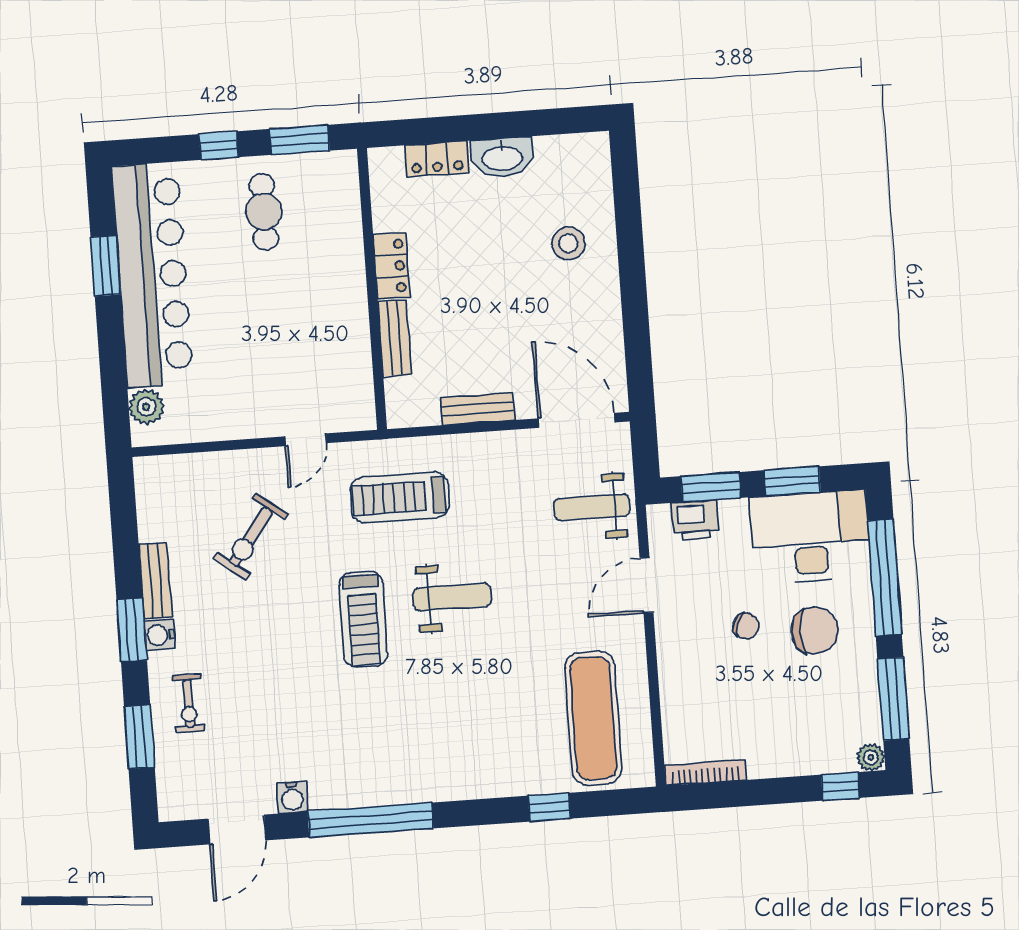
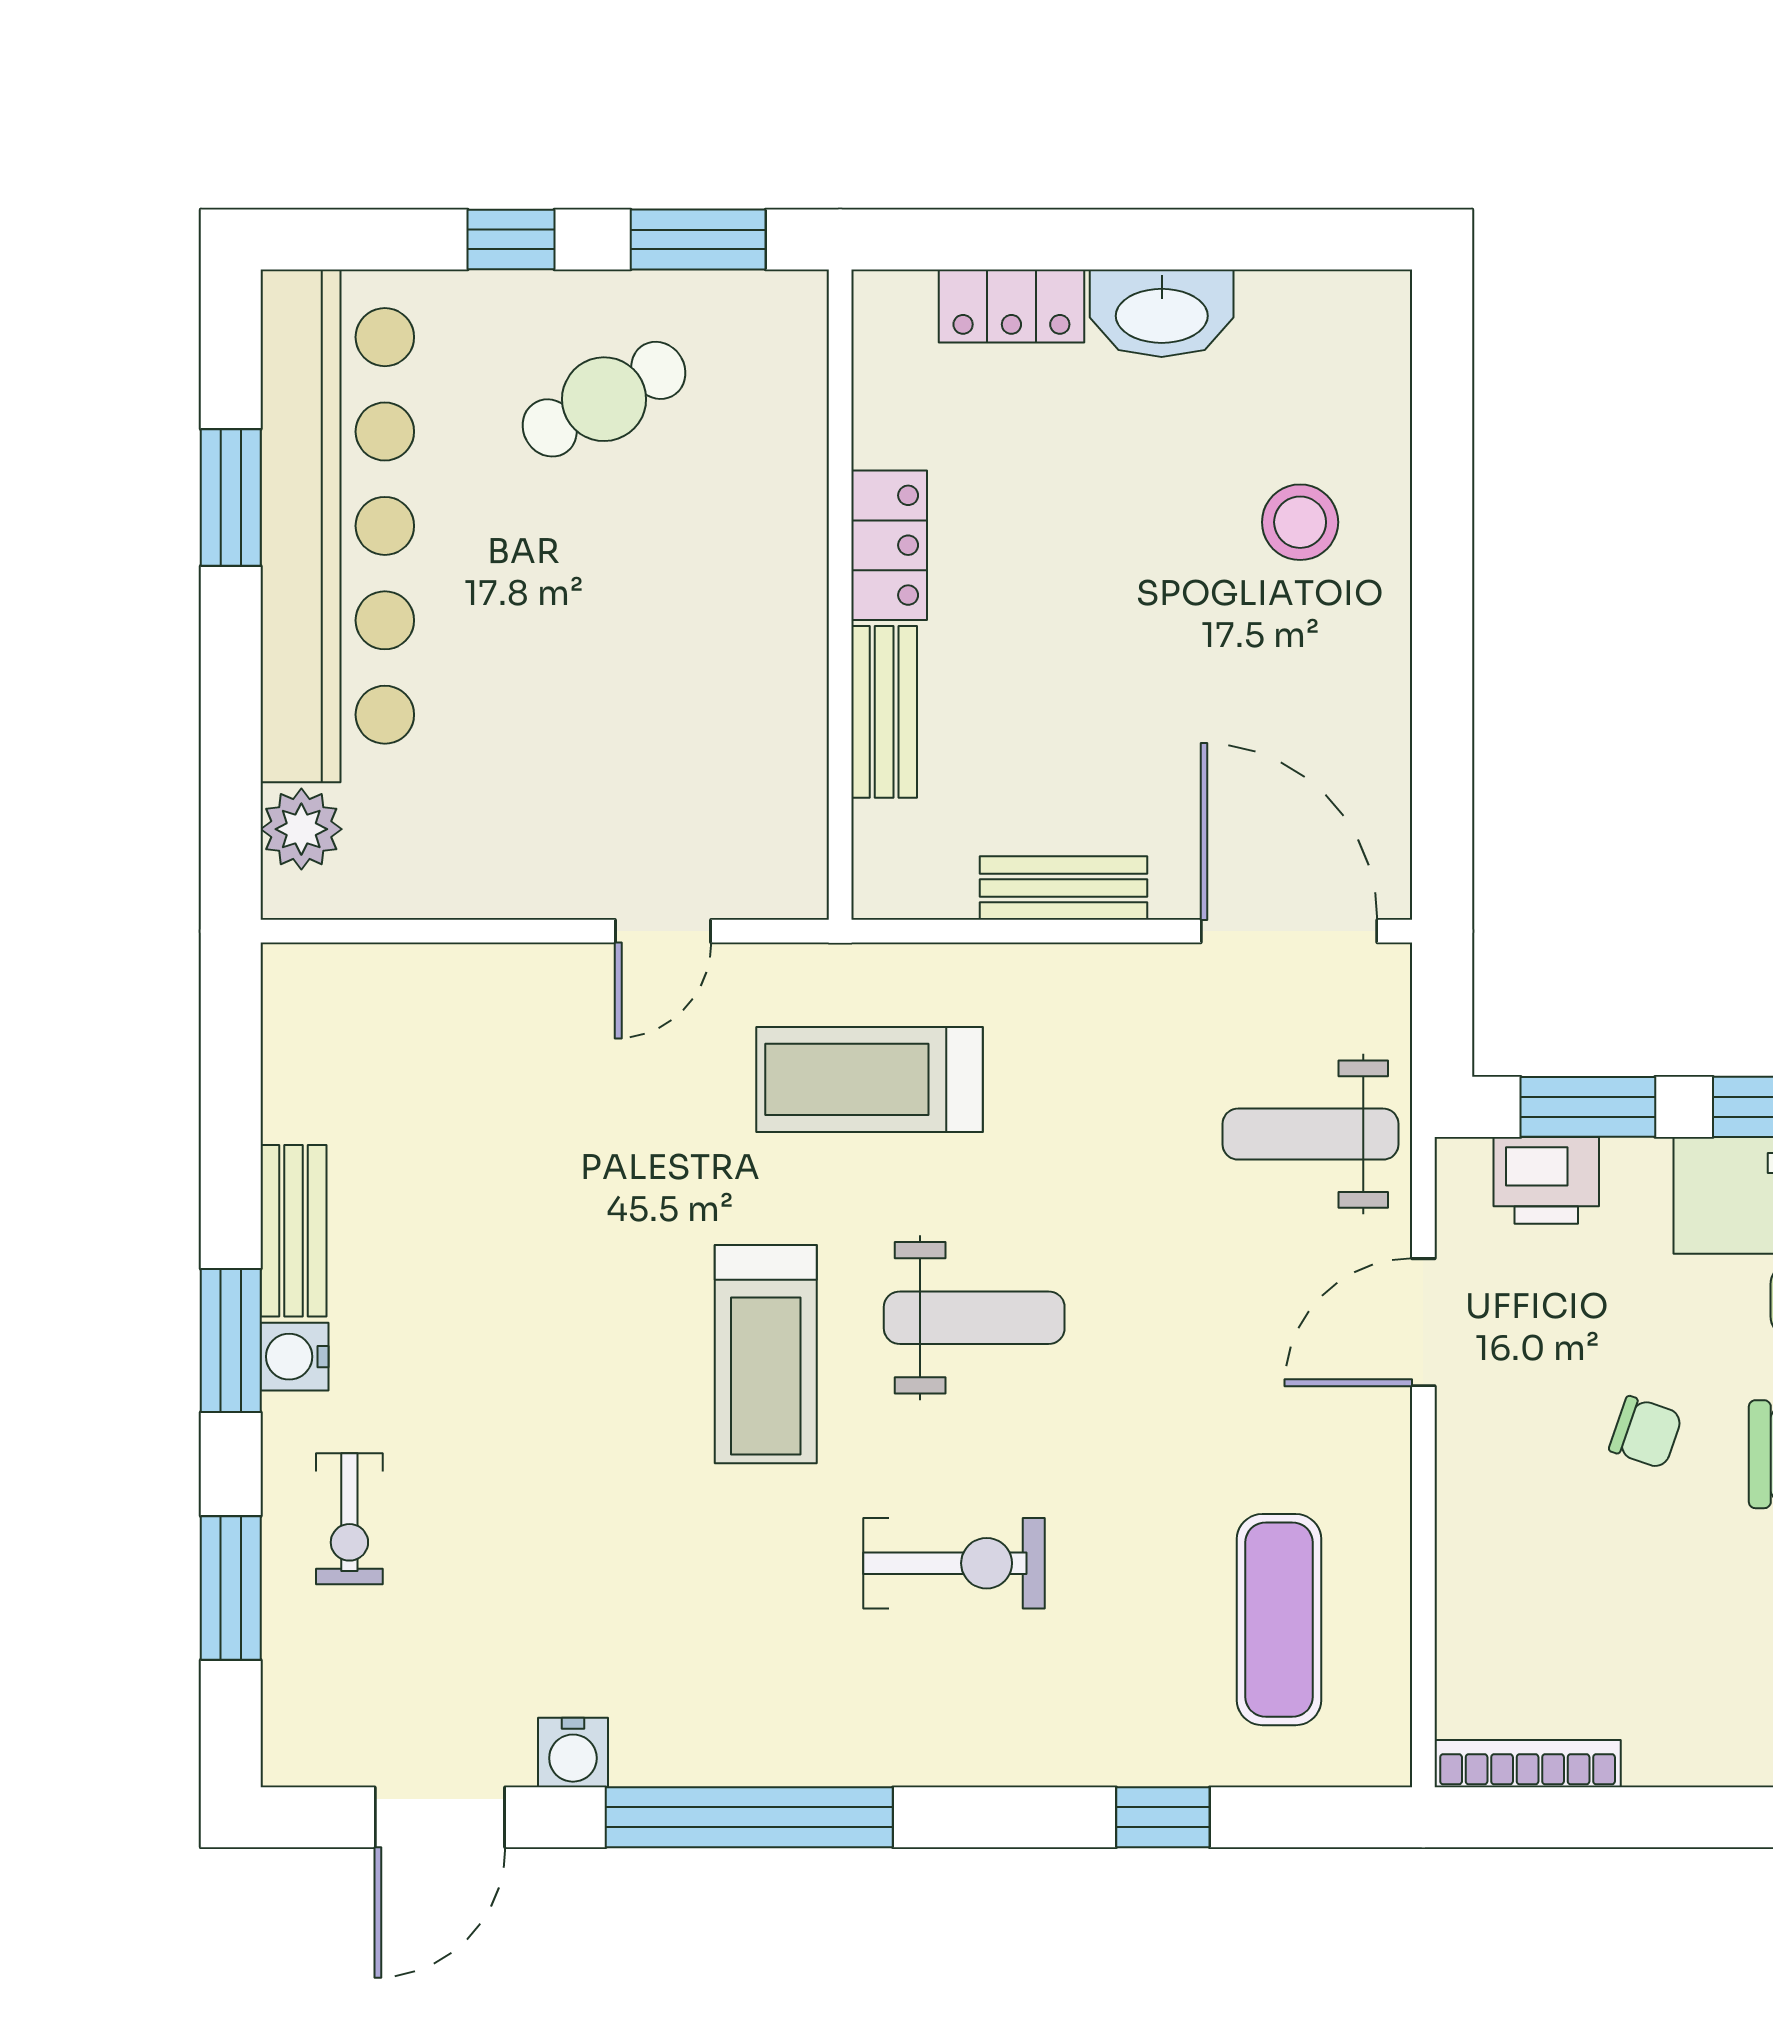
cafe table: (264, 212) -> (604, 399), turned 62
exercise bike: (251, 537) -> (954, 1563), moved, turned -127
exercise mat: (593, 718) -> (1279, 1620), width x0.73, depth x0.69

